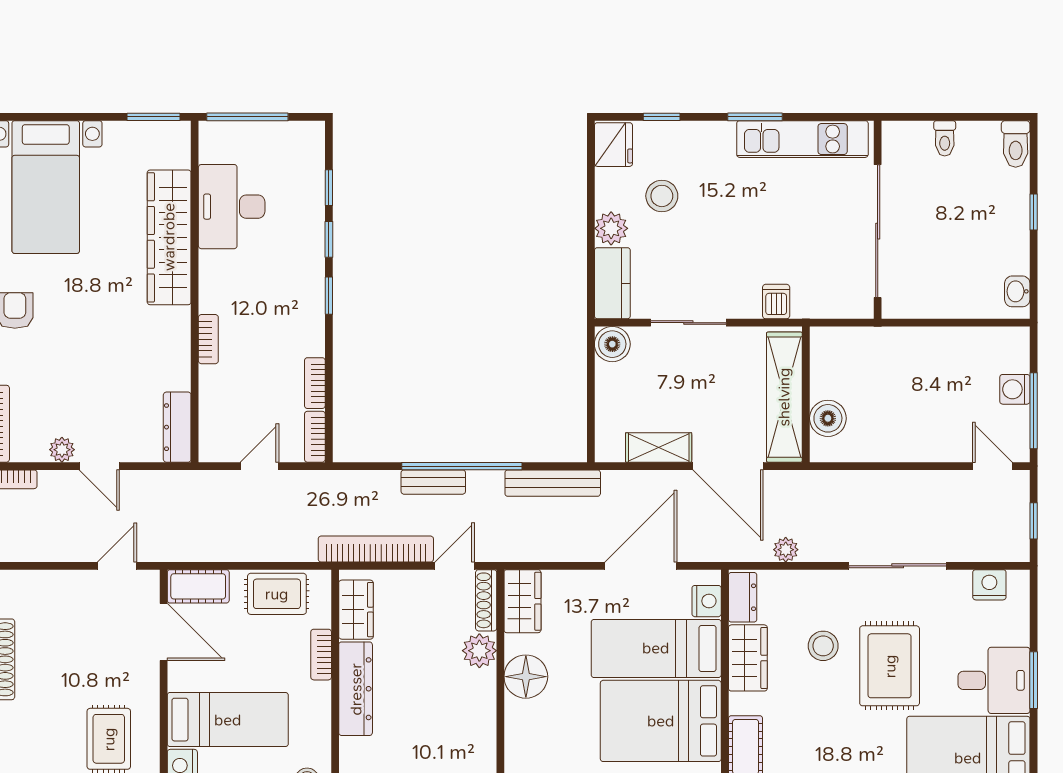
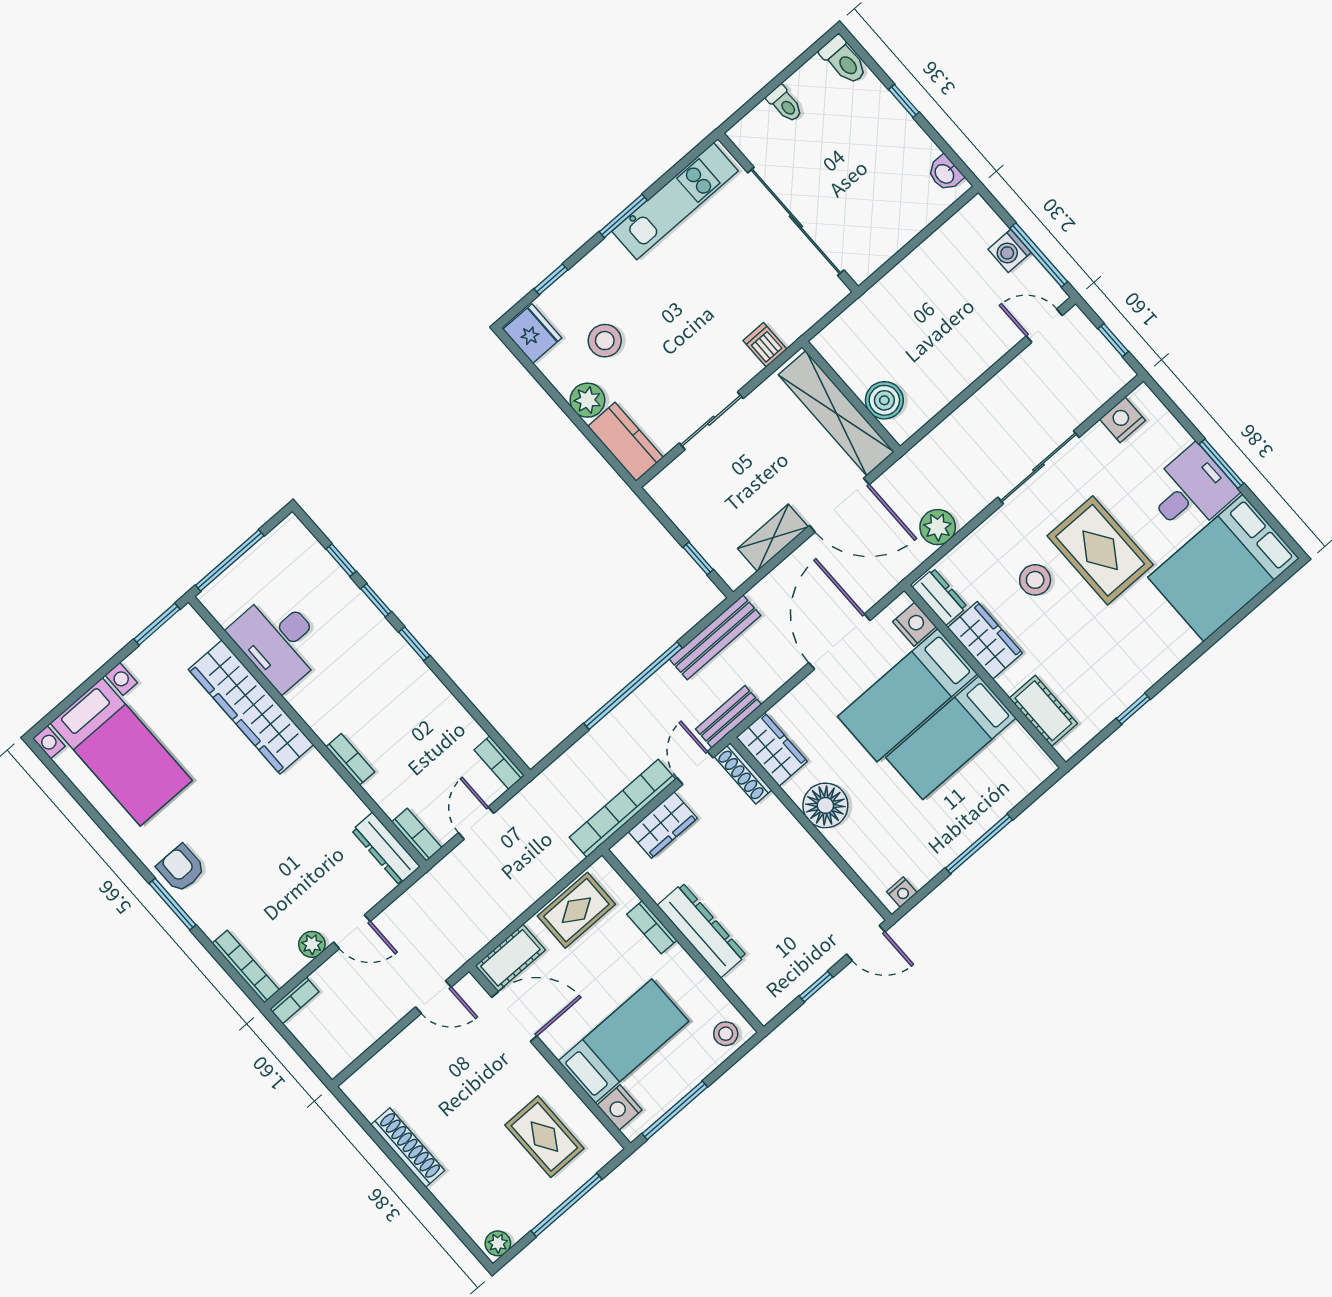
boiler: (612, 344) -> (667, 489), removed
bookcase: (315, 383) -> (417, 835), moved, turned 180
window: (591, 415) -> (698, 558), added
bench: (433, 482) -> (728, 717), moved
plant: (786, 550) -> (938, 527), width x1.38, depth x1.38
door: (117, 566) -> (433, 997), swing flipped
wardrobe: (356, 610) -> (663, 825), moved, turned 90
plant: (479, 651) -> (772, 817), removed
bed: (661, 721) -> (951, 738), width x0.67

